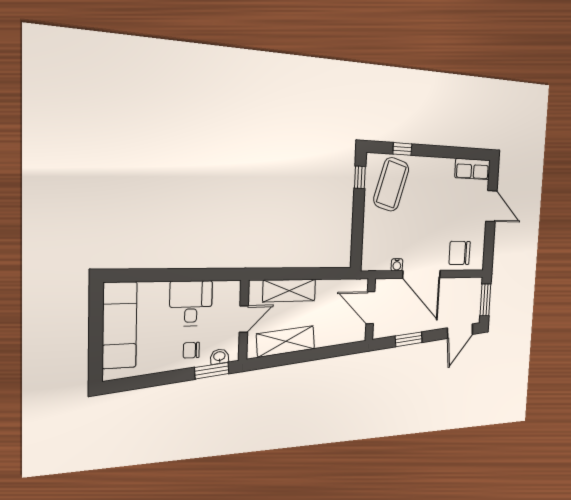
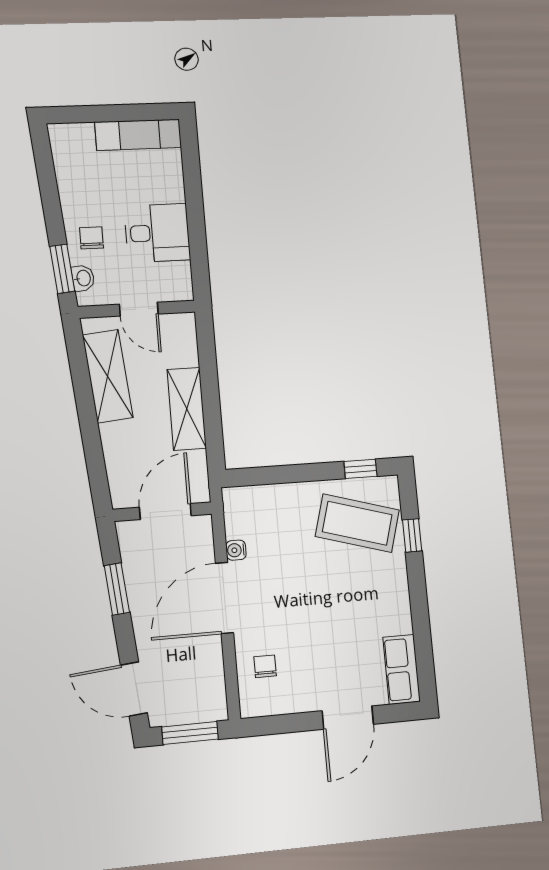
chair: (460, 253) -> (265, 666), width x0.54, depth x0.54
shelving: (289, 291) -> (187, 409), moved
exam couch: (120, 325) -> (138, 135), width x0.73, depth x0.69

